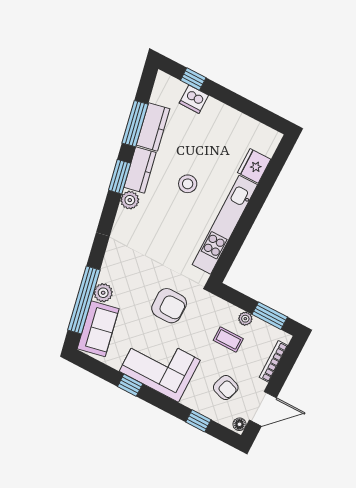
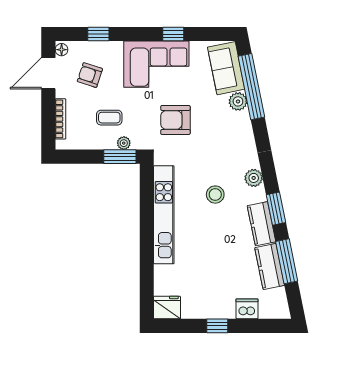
window: (193, 79) -> (217, 326), moved
fridge: (254, 166) -> (167, 308), moved, turned -90
stool: (188, 184) -> (215, 195), moved
plant: (130, 200) -> (254, 178), moved
window: (270, 316) -> (120, 157), moved
plant: (245, 319) -> (124, 143), moved

